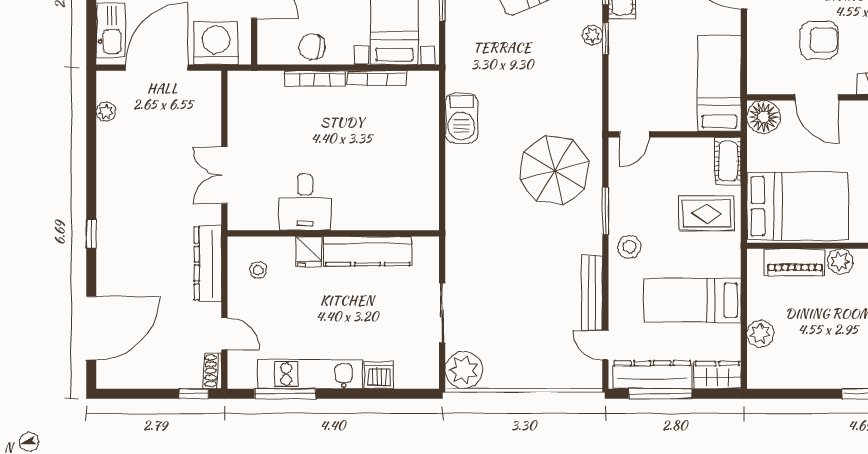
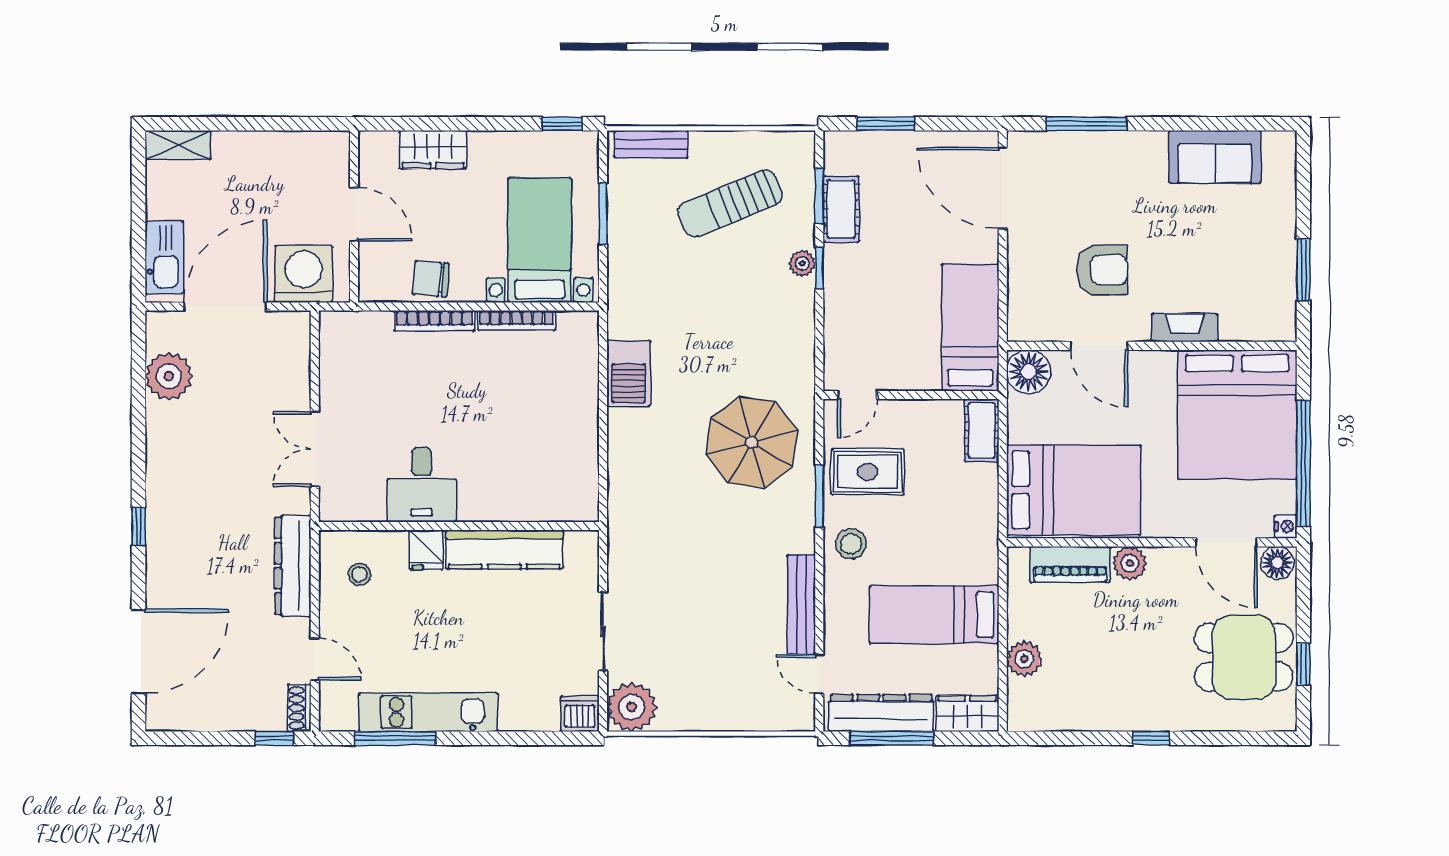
plant: (106, 112) -> (169, 376), width x1.88, depth x1.88
rug: (707, 213) -> (868, 472), moved
dishwasher: (379, 375) -> (580, 714), moved

